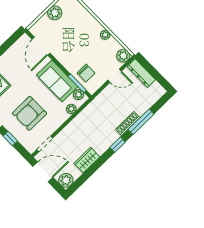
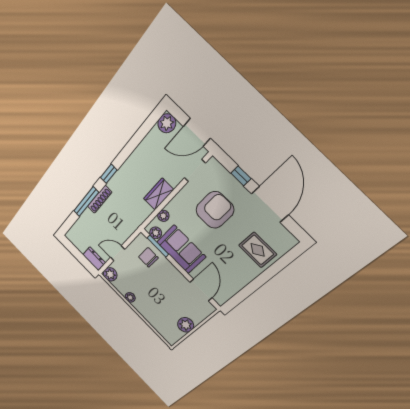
dresser: (141, 73) -> (94, 259), width x0.70
wardrobe: (87, 160) -> (159, 194), moved, turned 180

